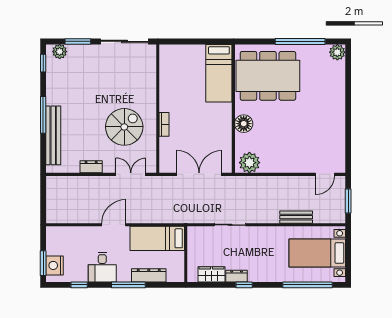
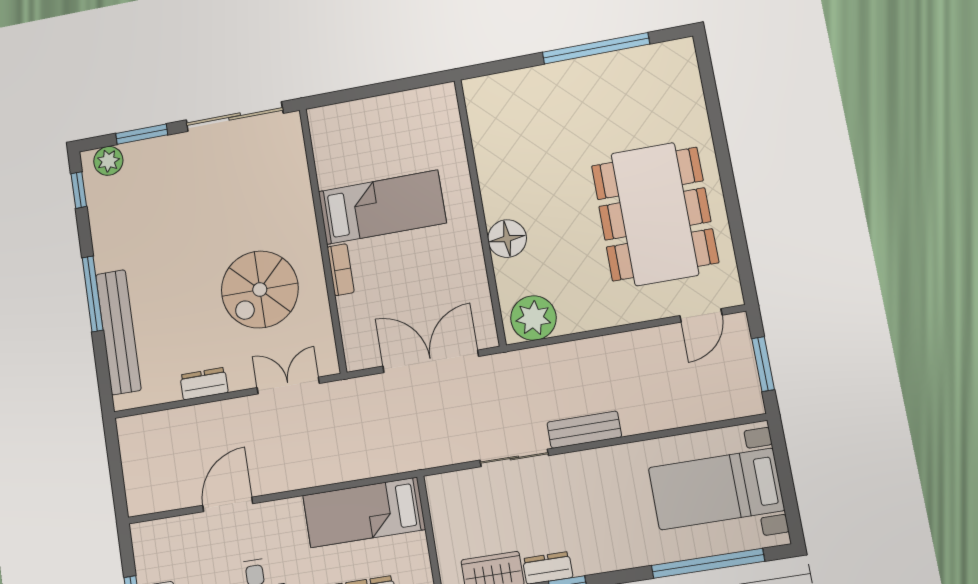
plant: (337, 52) -> (679, 55), removed
bed: (219, 73) -> (382, 207), moved, turned -90
dining table: (268, 76) -> (655, 214), moved, turned 90
spiral stairs: (124, 127) -> (260, 289), turned 180
bench: (296, 217) -> (584, 430), moved
door: (114, 225) -> (228, 504), moved

